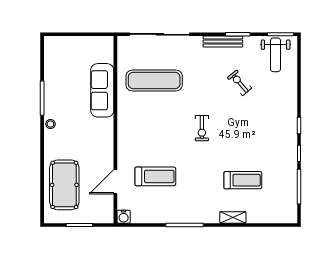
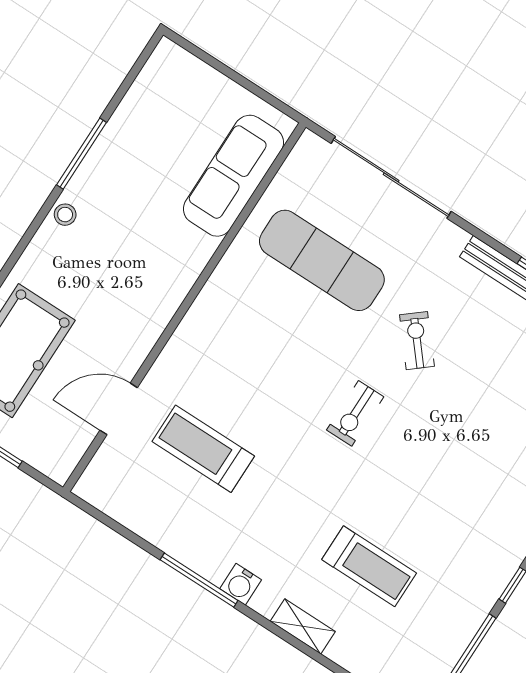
exercise bike: (240, 83) -> (417, 341), moved
sofa: (102, 90) -> (233, 176), moved
treadmill: (155, 176) -> (203, 449), turned 180
water cooler: (124, 217) -> (241, 584), moved

